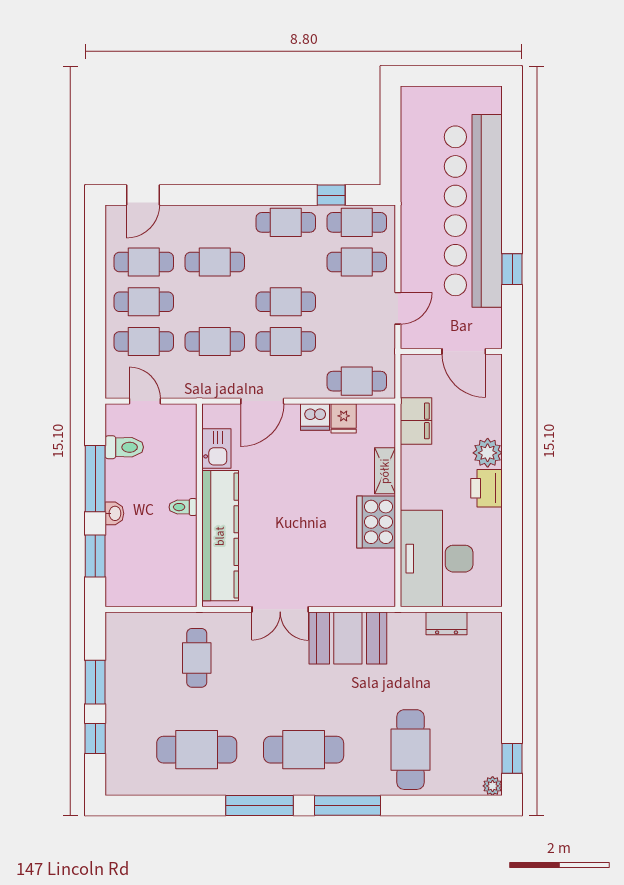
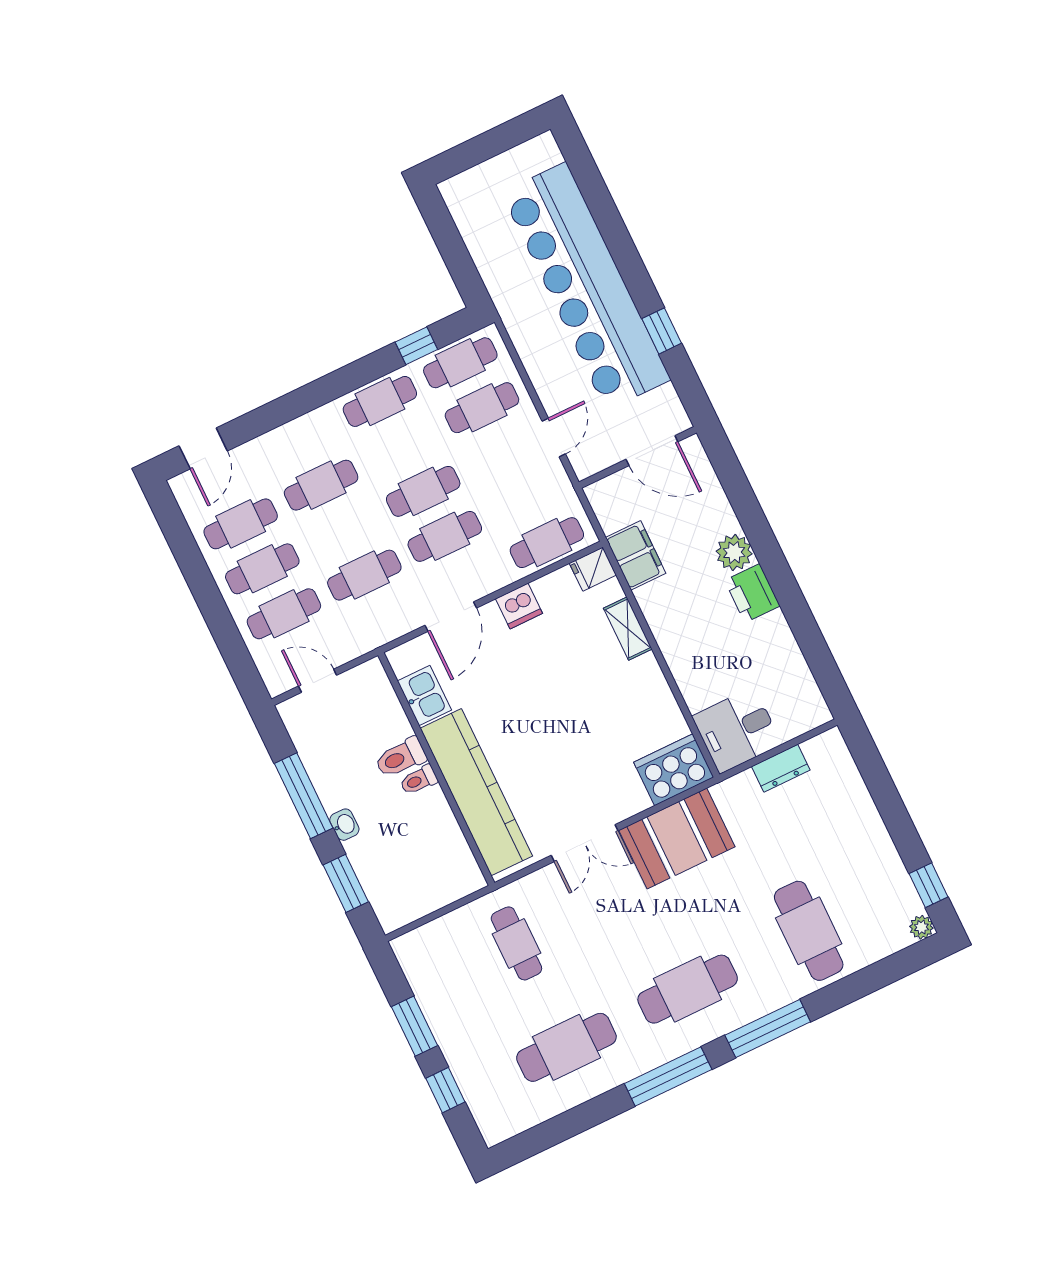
fridge: (344, 418) -> (593, 569), moved, turned 90
toilet: (124, 447) -> (401, 758), moved, turned 180
cooker: (376, 522) -> (674, 770), moved, turned 90
desk: (437, 559) -> (737, 730), width x0.53, depth x0.77

